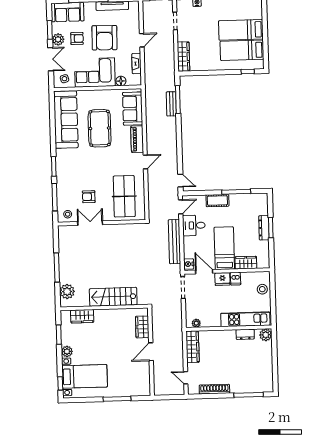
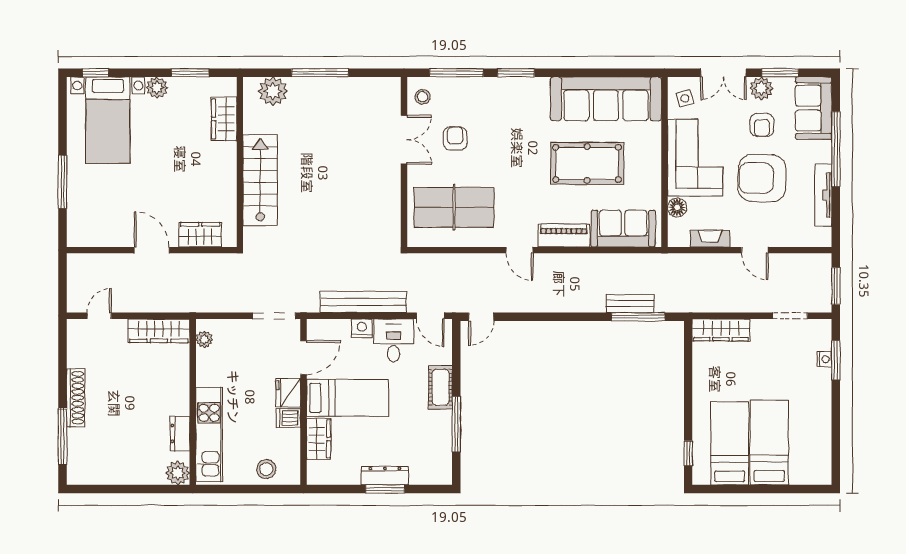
nightstand: (189, 264) -> (362, 328), moved
shoe rack: (214, 389) -> (76, 398), moved

